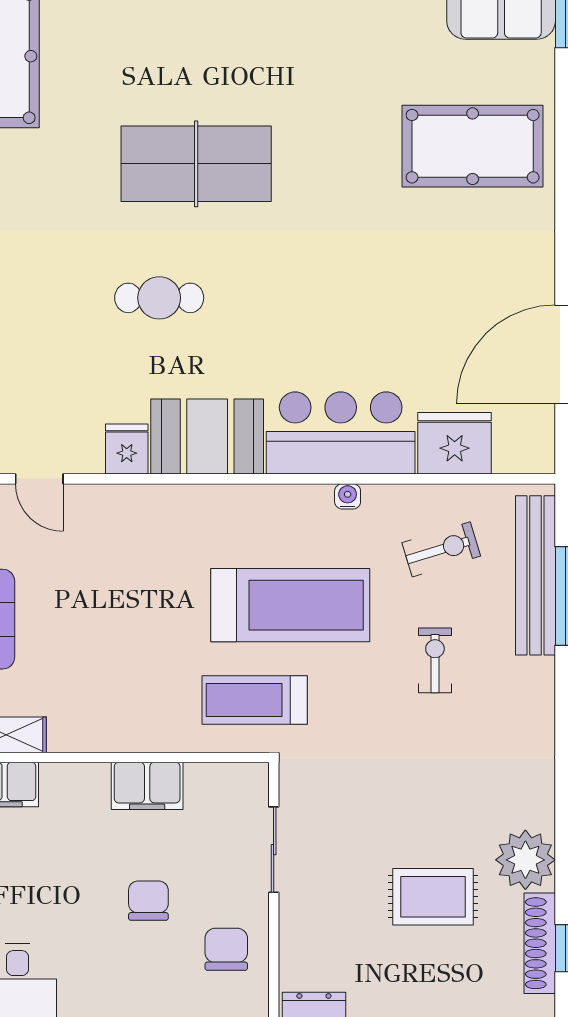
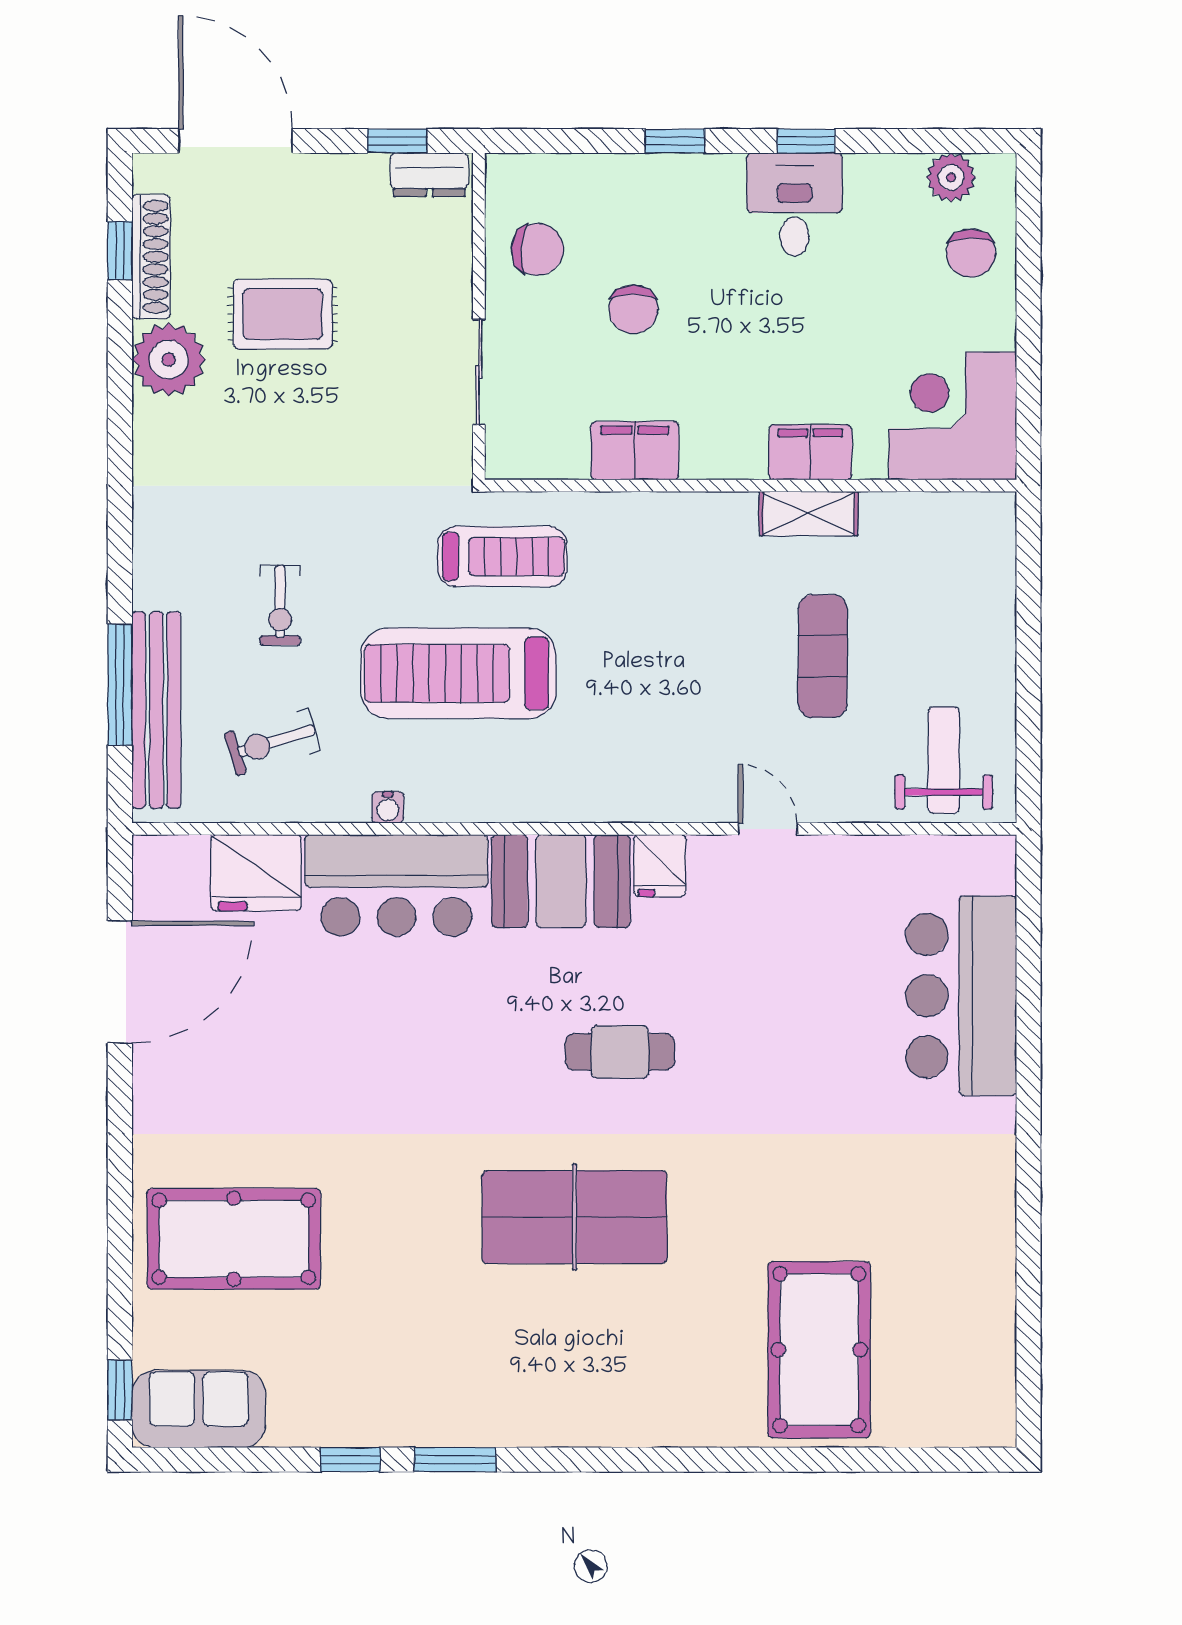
chair: (226, 949) -> (537, 249), turned -86

